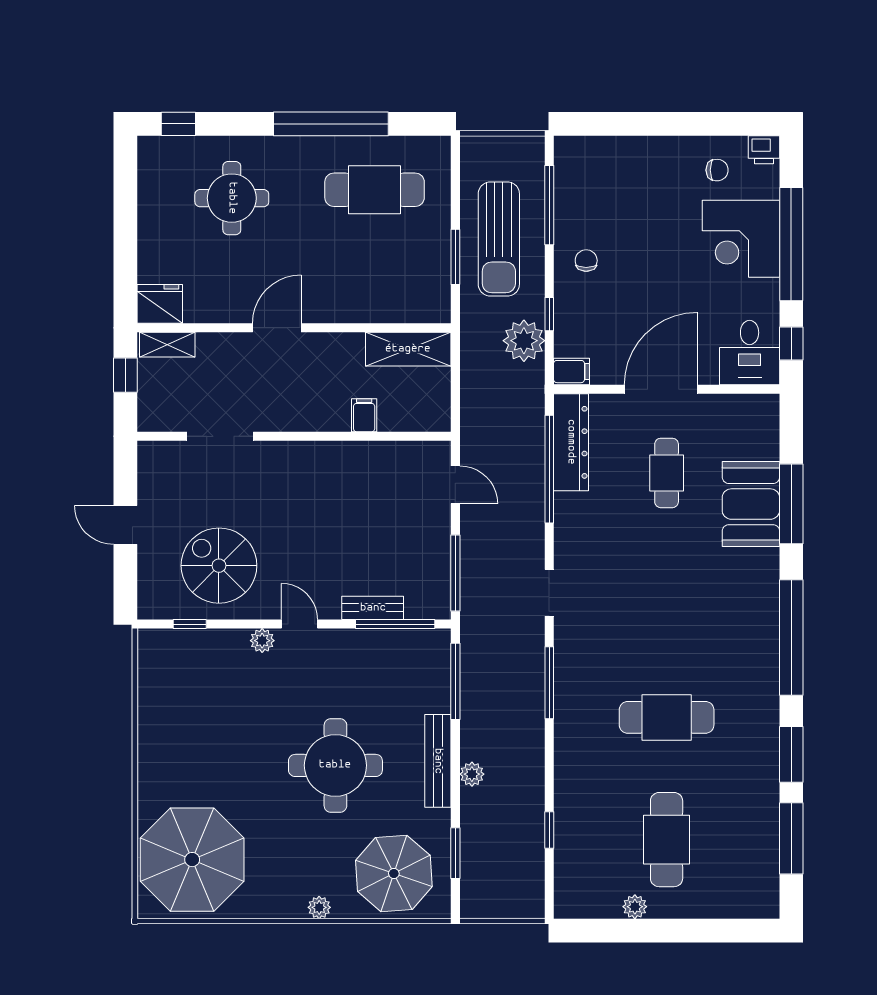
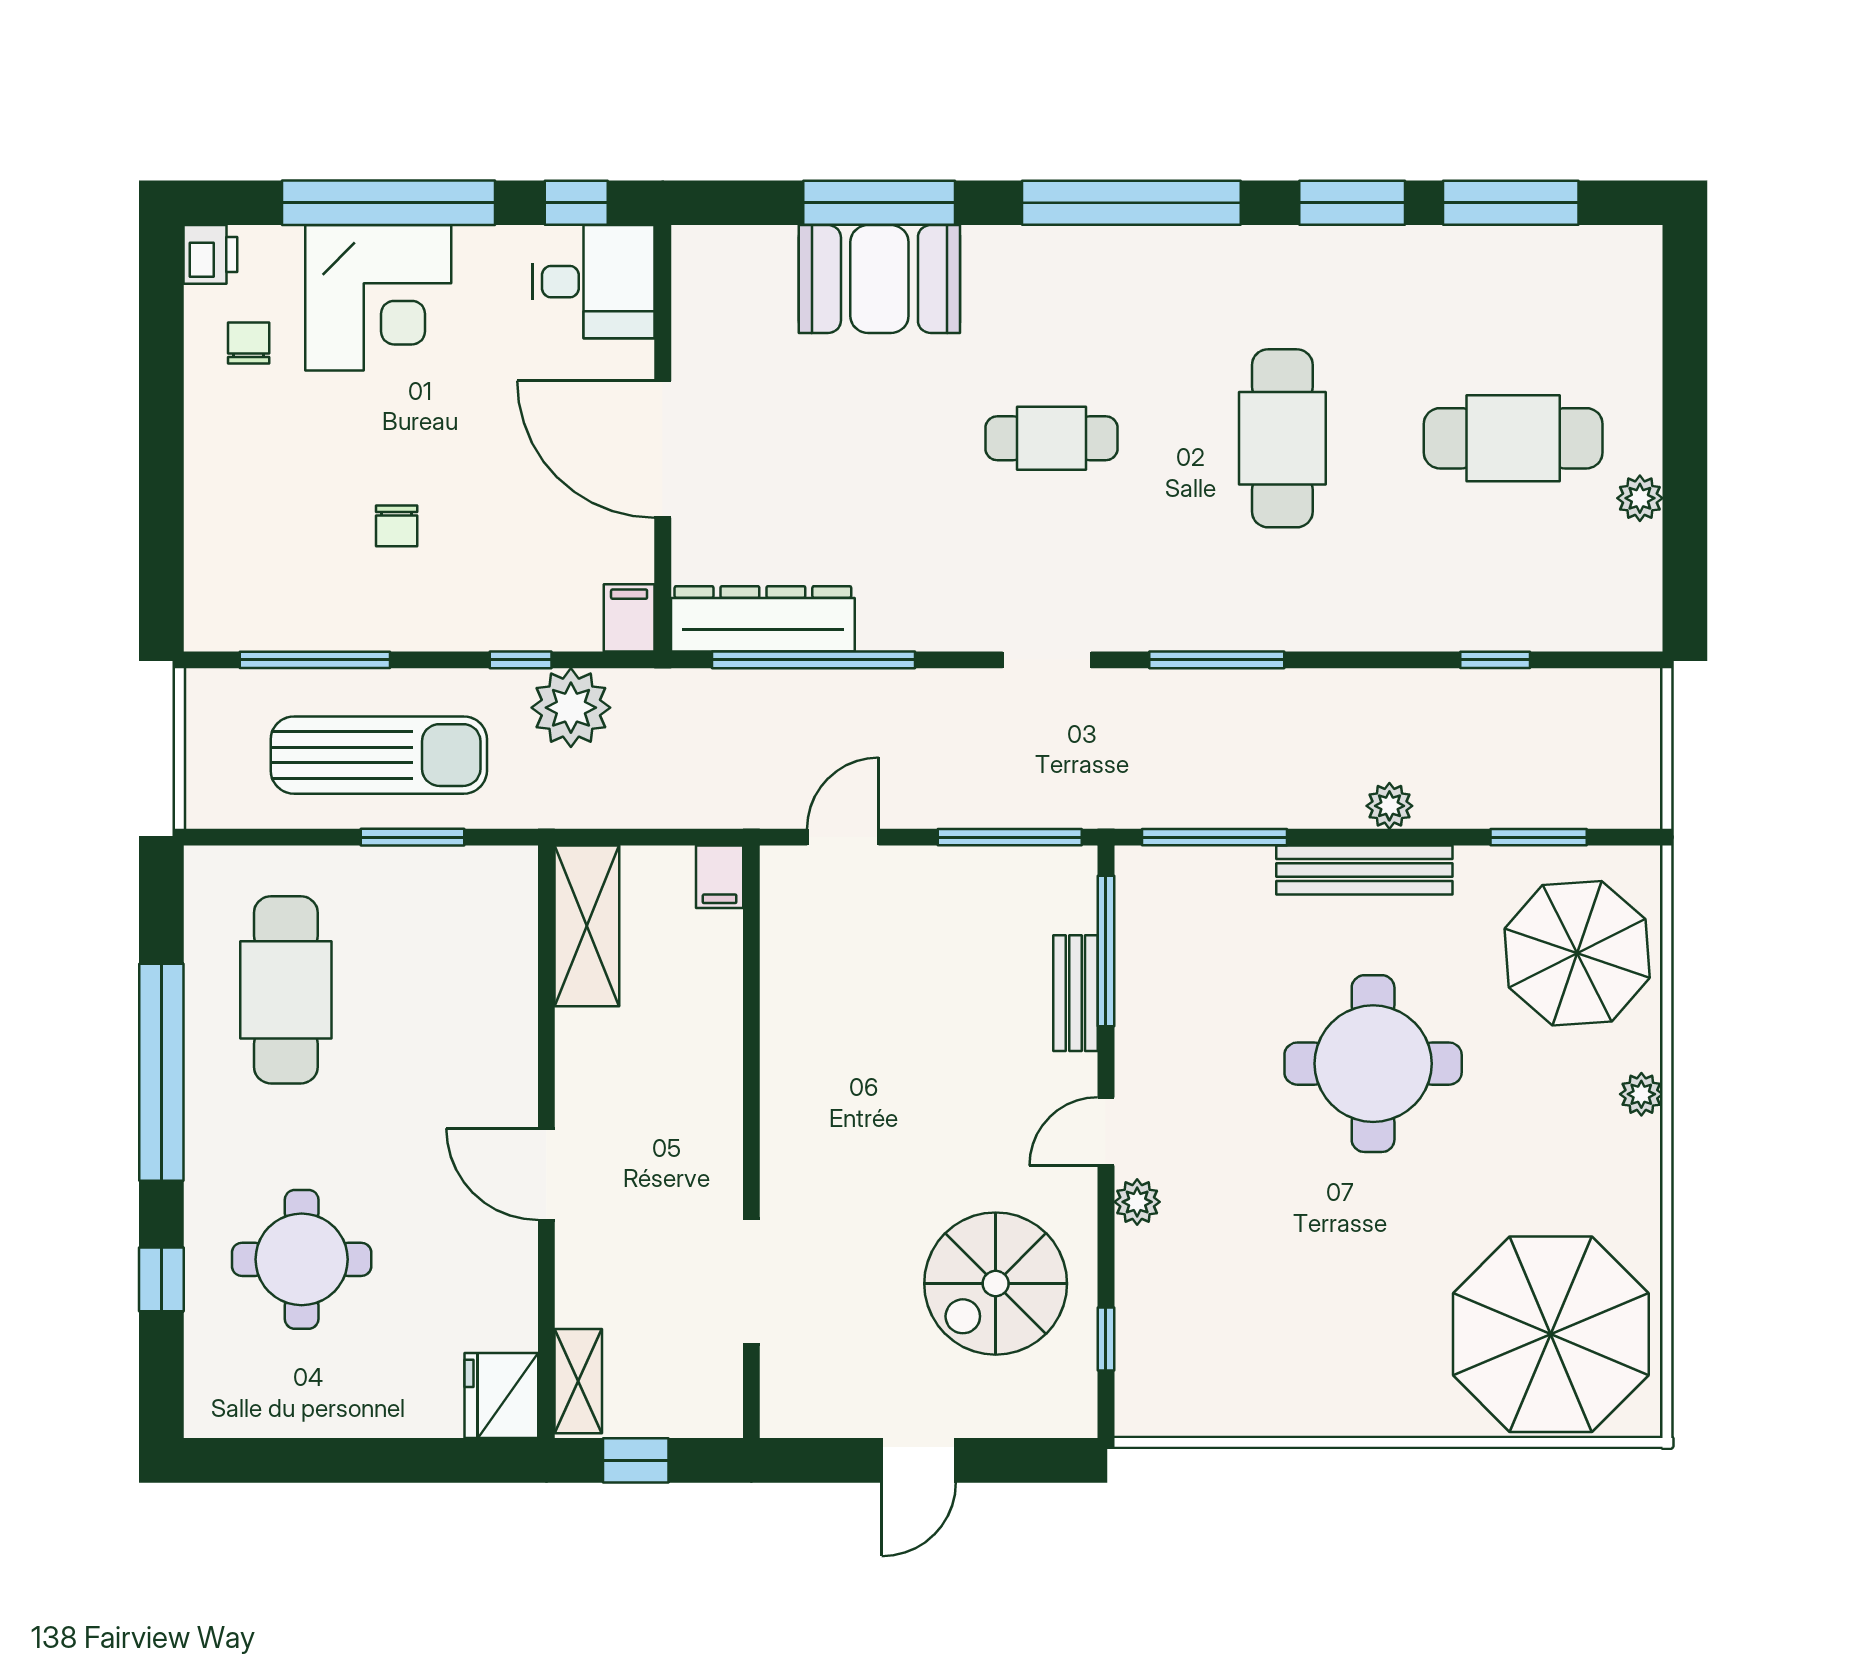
window: (178, 124) -> (161, 1279), moved
chair: (586, 261) -> (397, 526), moved, turned -90
filing cabinet: (364, 415) -> (720, 877), moved, turned -90
cafe table: (667, 473) -> (1051, 438), moved

